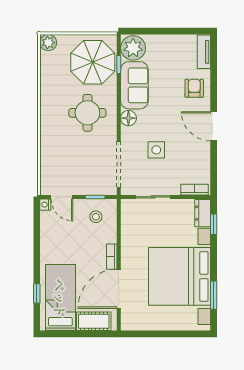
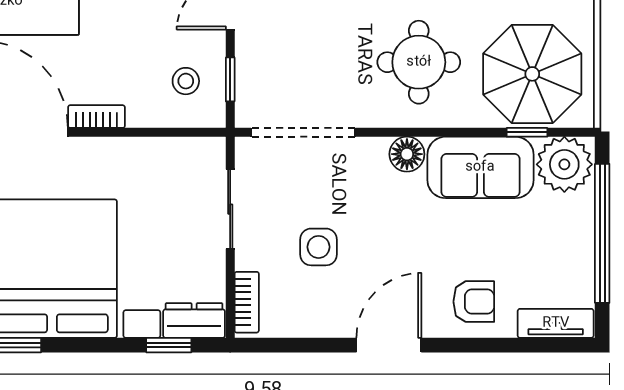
window: (164, 31) -> (602, 233), added
side table: (156, 150) -> (319, 247), moved

